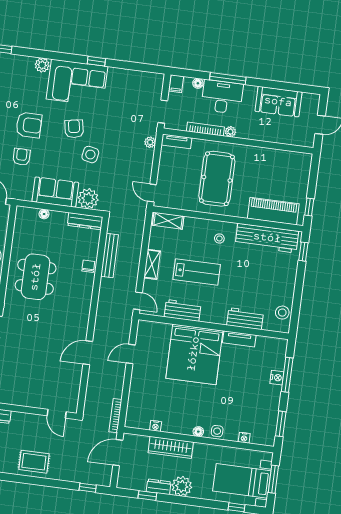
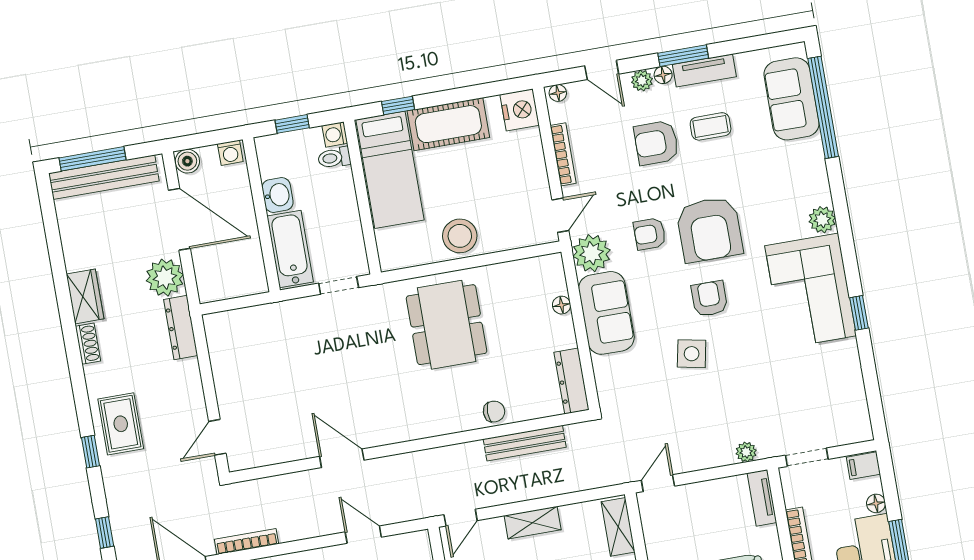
armchair: (29, 125) -> (710, 229), width x1.36, depth x1.36
armchair: (74, 129) -> (709, 299), moved, turned -80
armchair: (22, 157) -> (650, 234), turned 180
plant: (88, 199) -> (592, 253), moved
dining table: (36, 277) -> (447, 325), turned 90
window: (44, 482) -> (90, 452), added

